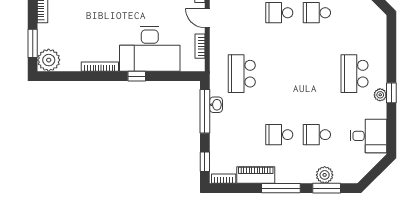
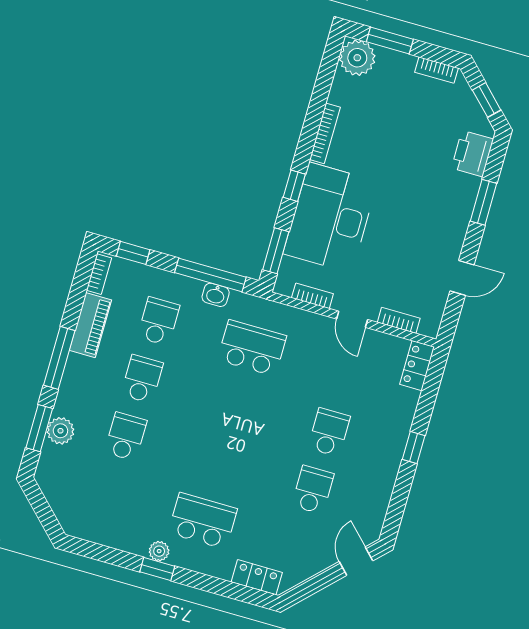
door: (207, 18) -> (352, 319), swing flipped
locker: (379, 31) -> (257, 577), added
window: (179, 76) -> (276, 251), added
school desk: (242, 135) -> (158, 321), added
desk: (368, 136) -> (101, 515), removed

